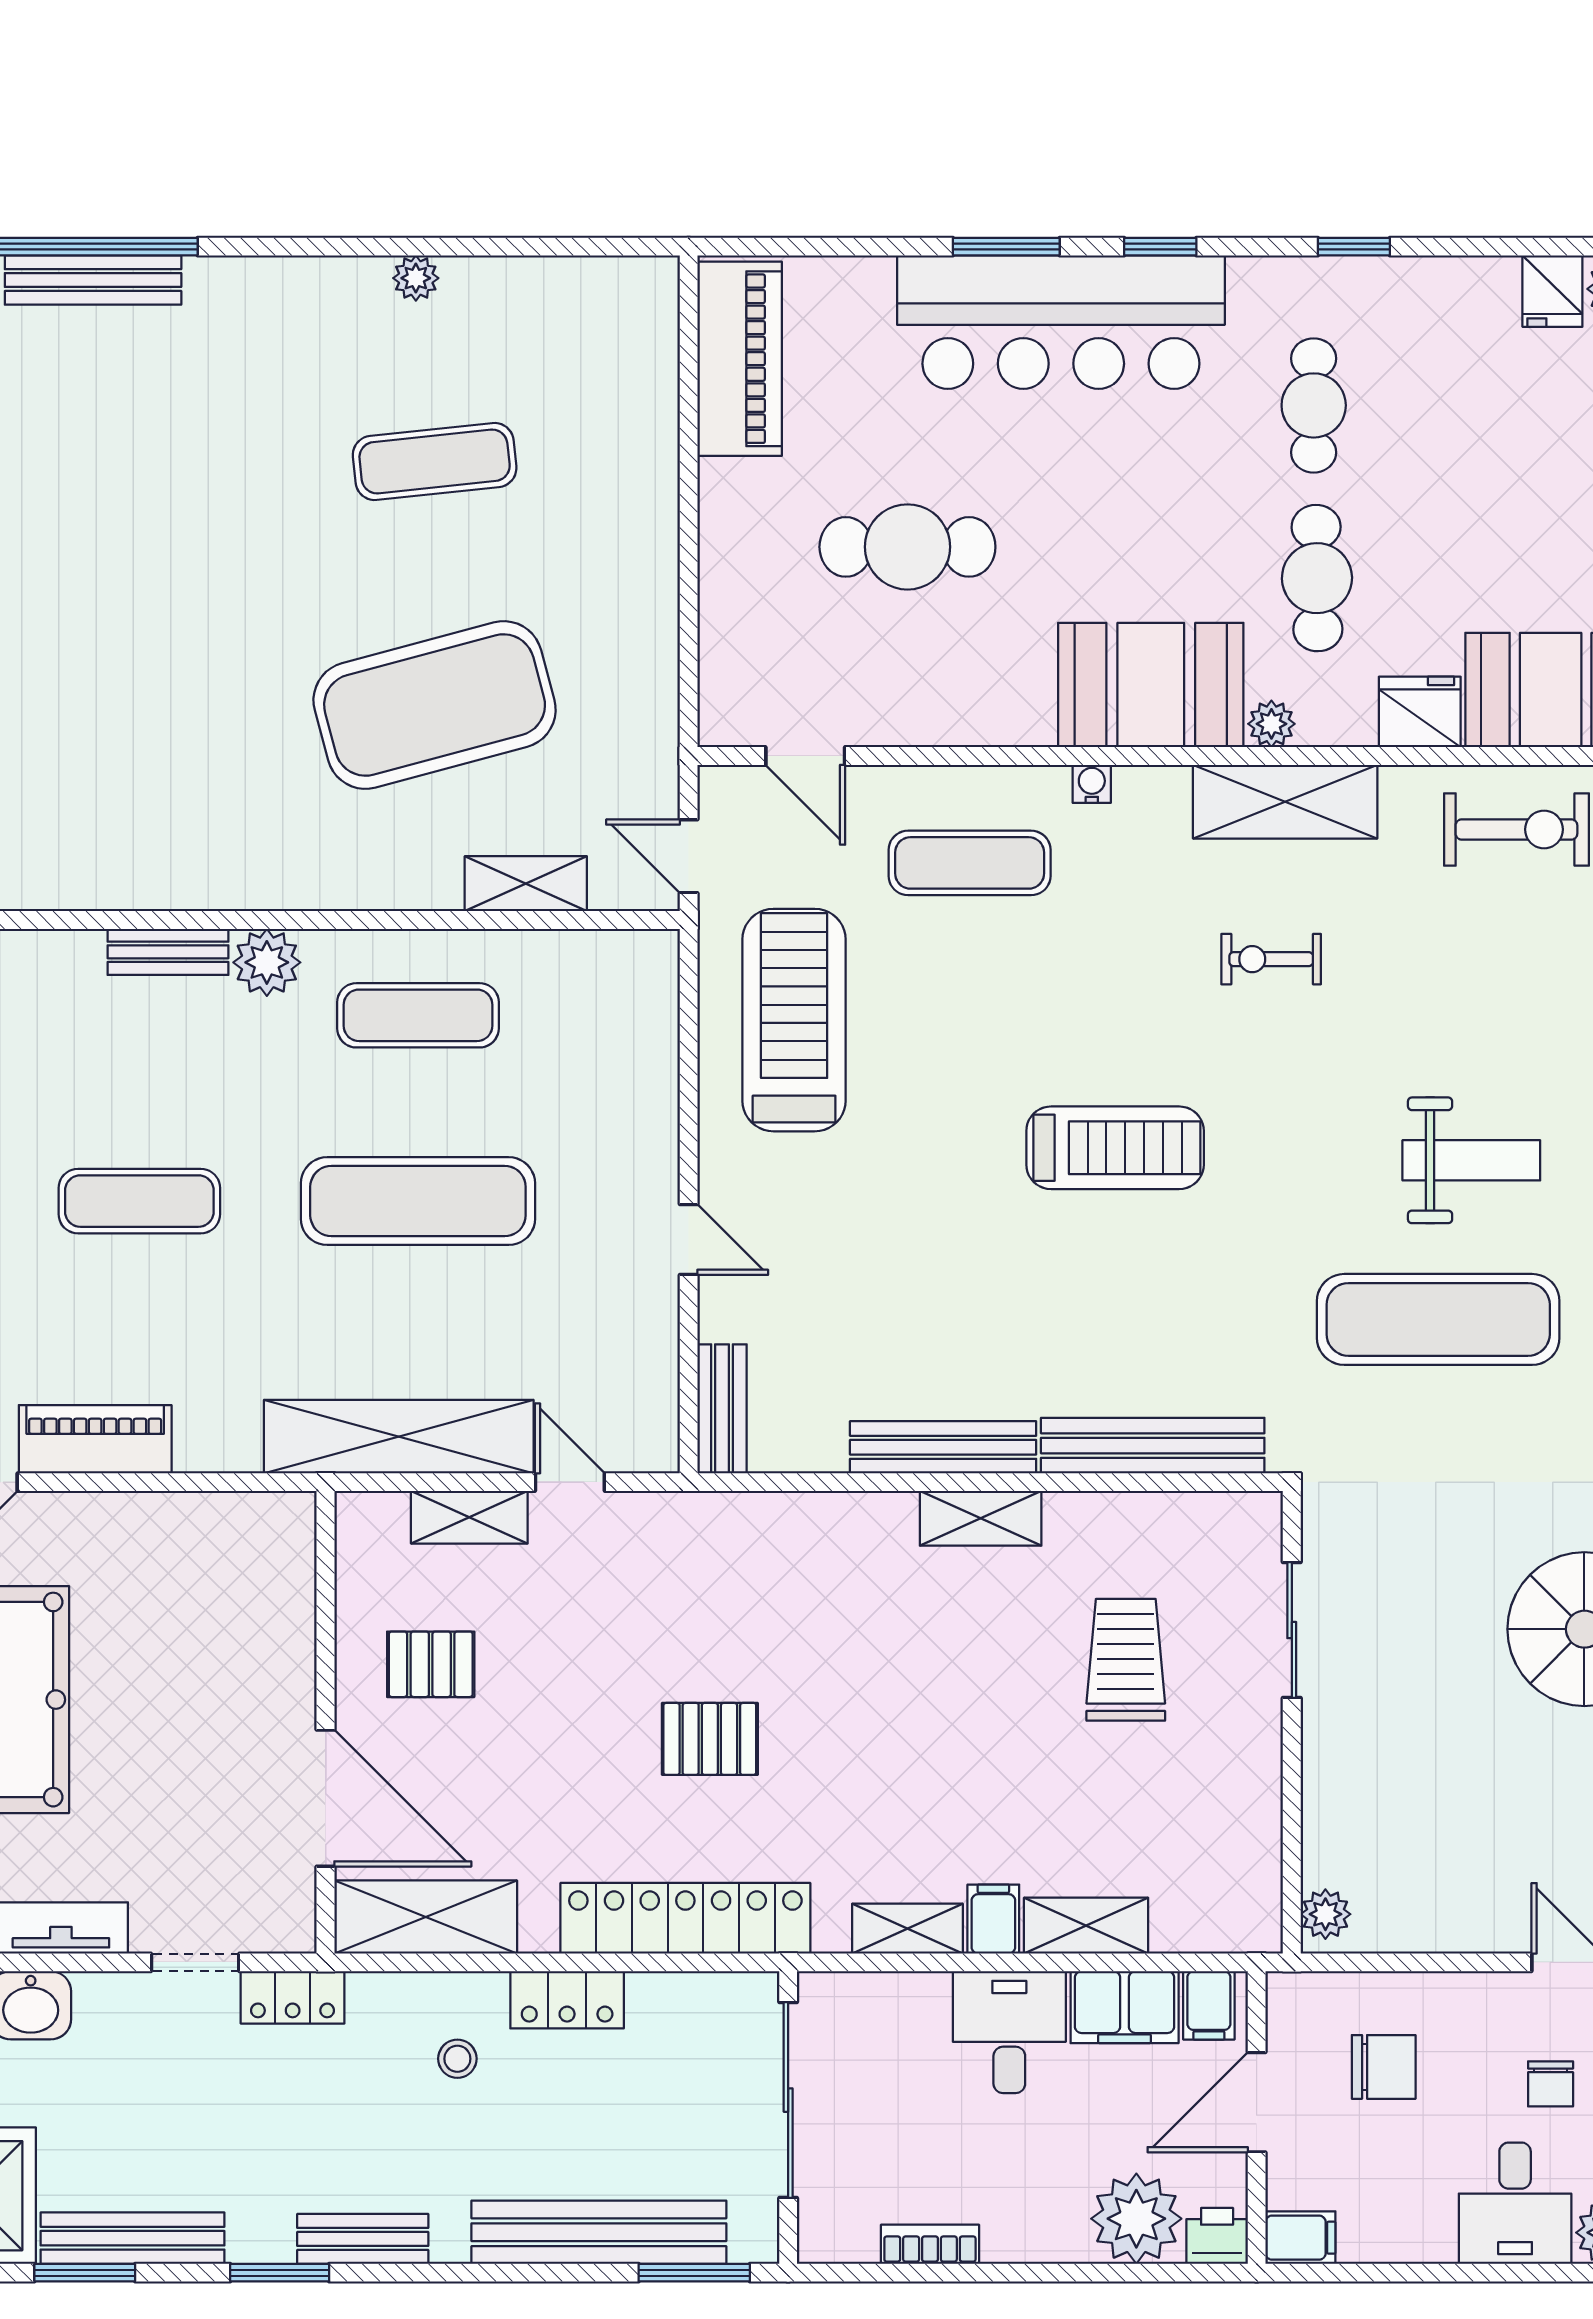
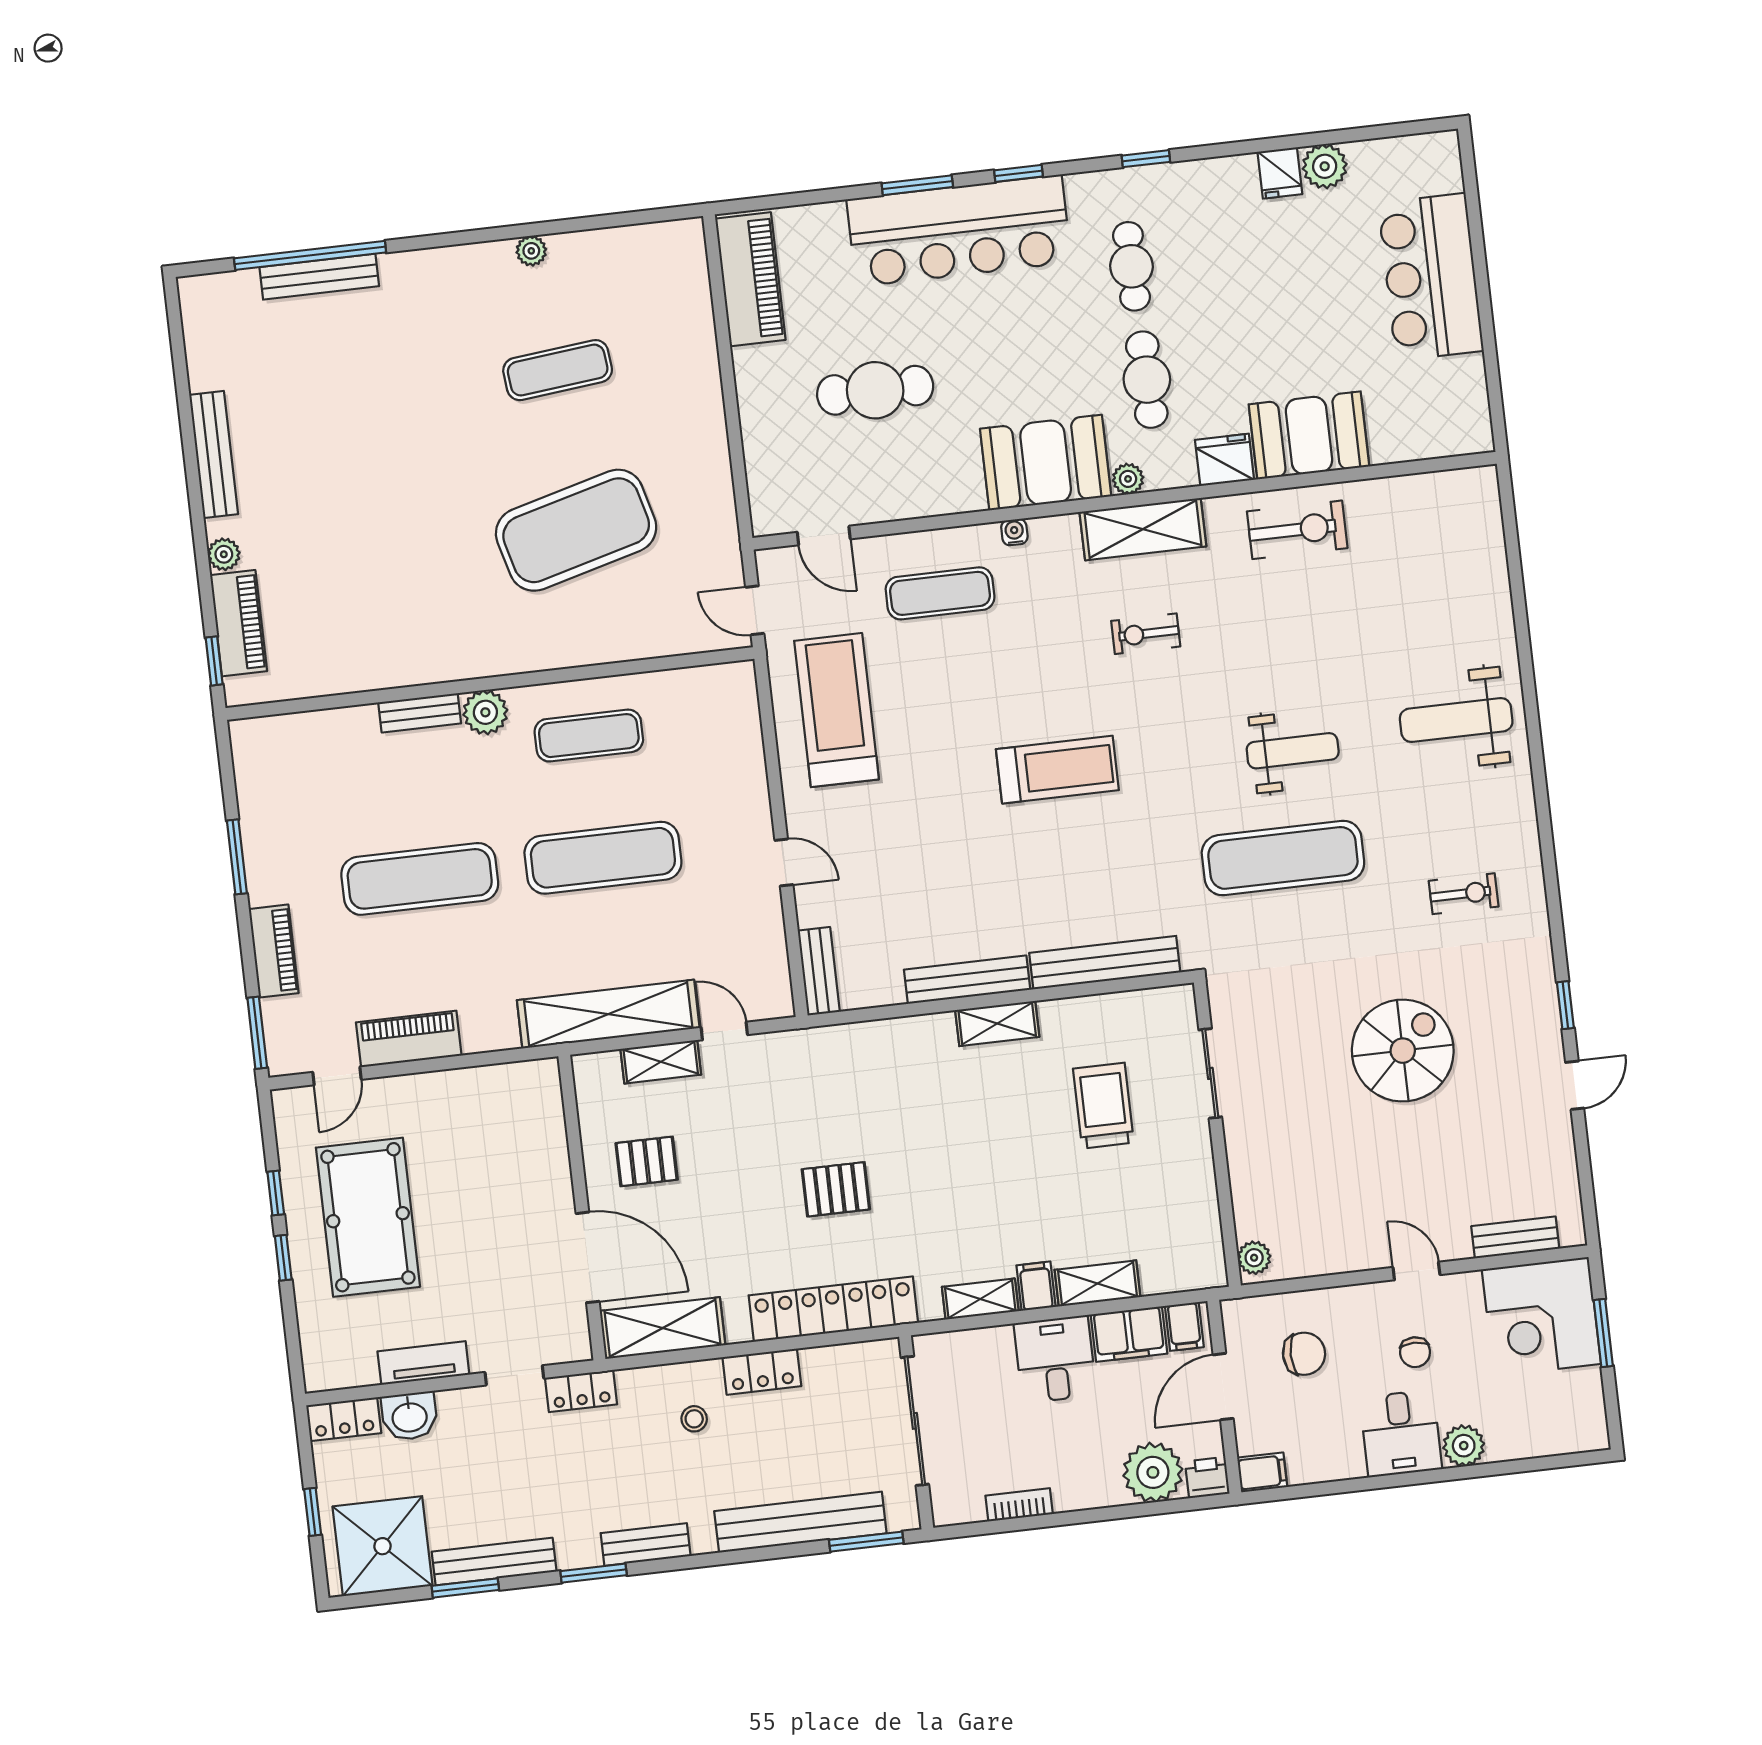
shelving: (526, 884) -> (650, 641), removed
exercise mat: (139, 1201) -> (420, 879), width x1.36, depth x1.45

